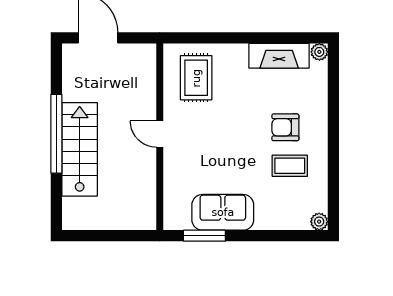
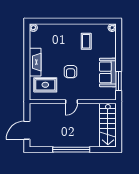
fireplace: (279, 56) -> (35, 62), moved
armchair: (285, 127) -> (71, 72), moved
stairs: (80, 149) -> (108, 125), moved, turned -90

